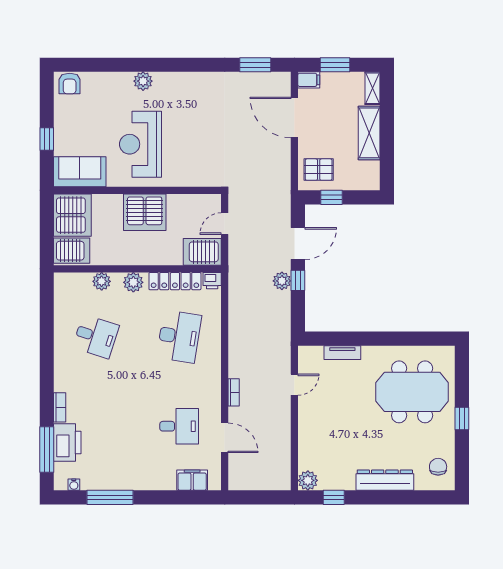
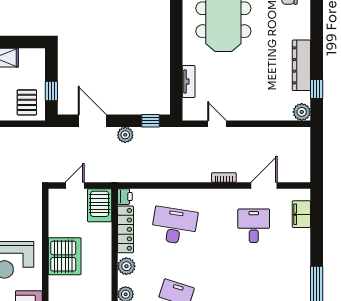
door: (225, 224) -> (75, 185), swing flipped
window: (298, 280) -> (151, 121), moved
dresser: (385, 480) -> (301, 65), moved

